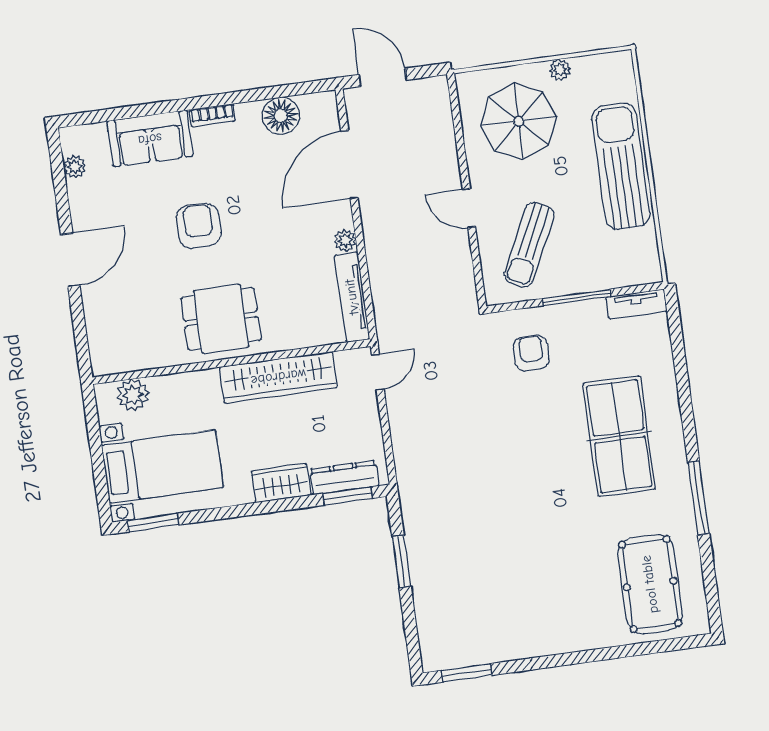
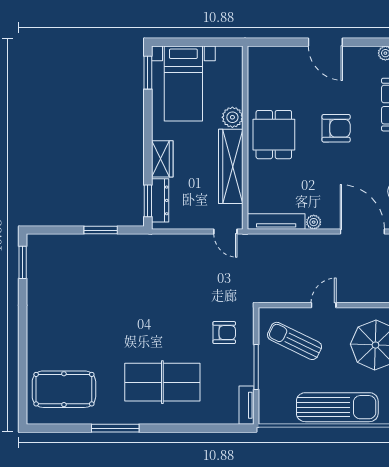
plant: (133, 395) -> (232, 117), moved

